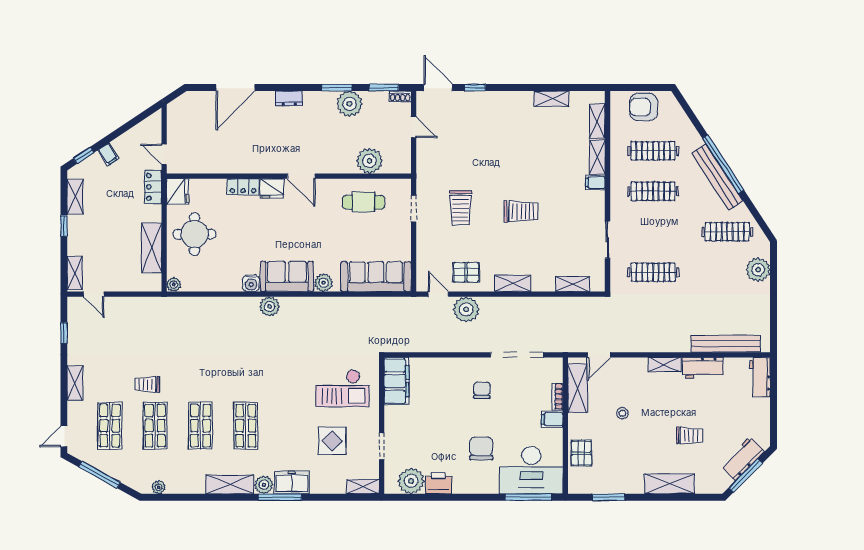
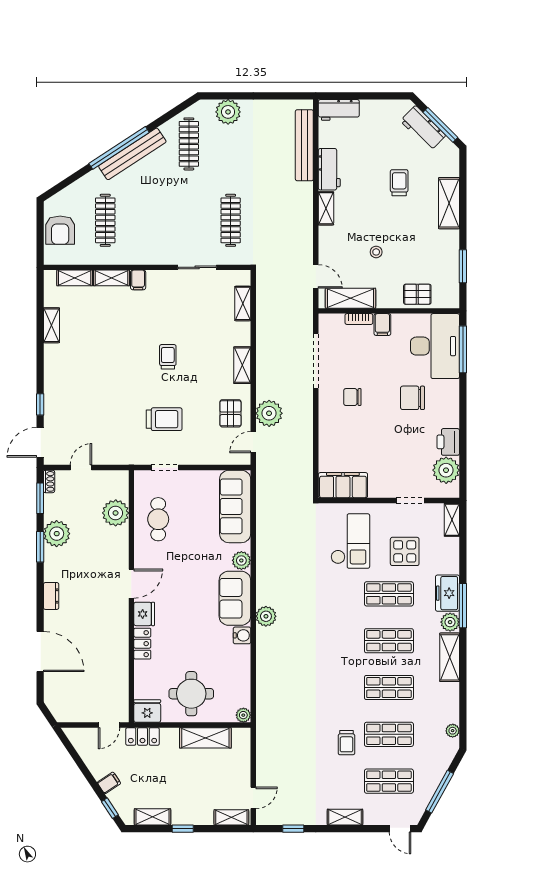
clothes rail: (653, 191) -> (147, 220), removed
trolley: (521, 211) -> (168, 357), width x0.73, depth x0.72
shop shelf: (291, 426) -> (389, 594), added

